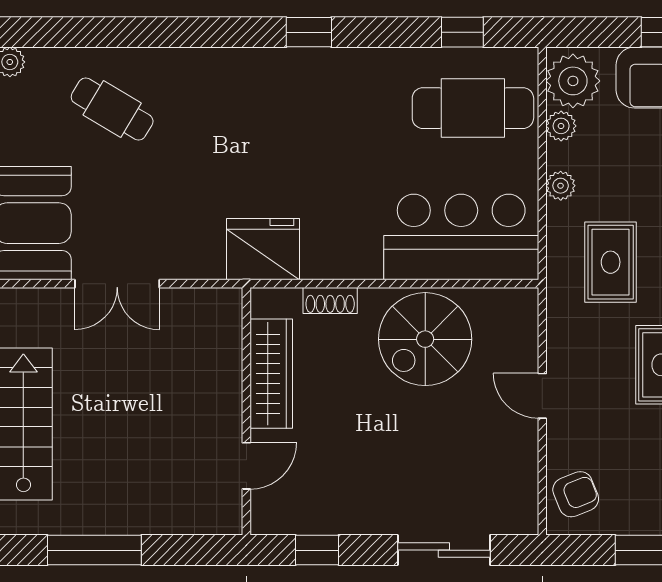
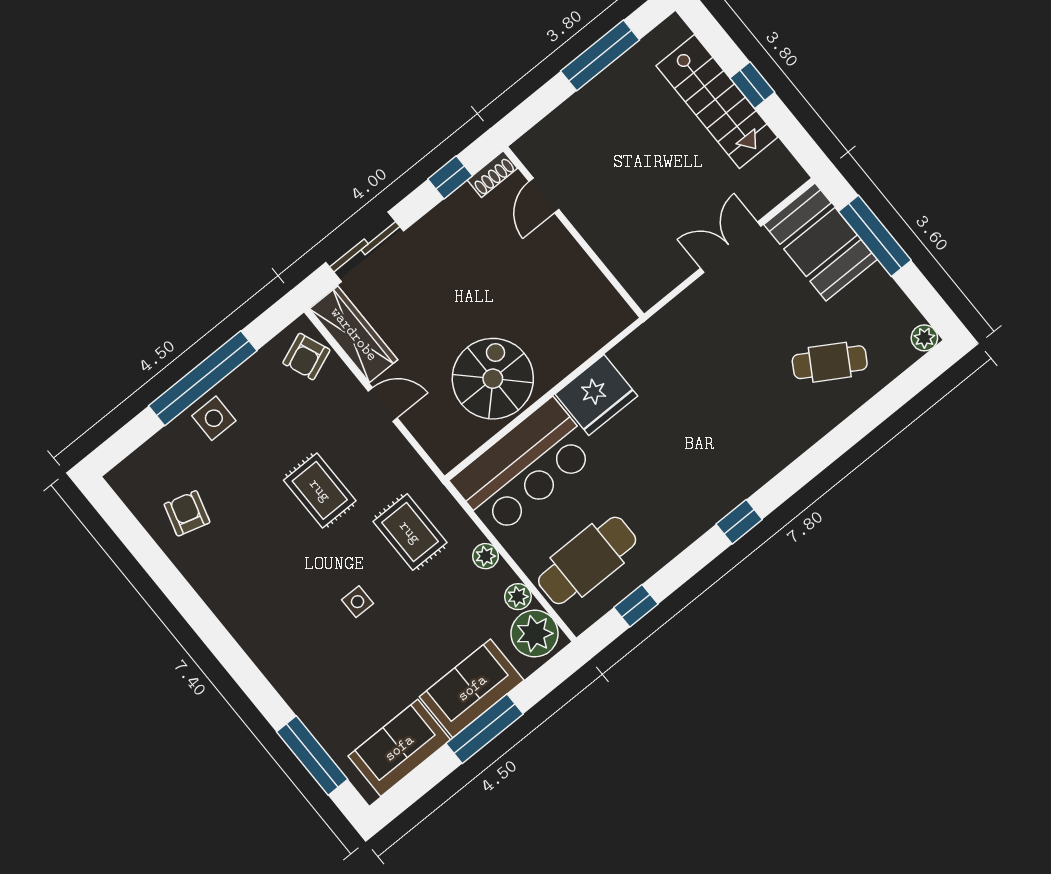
fridge: (263, 249) -> (596, 395), moved
shoe rack: (330, 300) -> (492, 174), moved, turned 180
wardrobe: (271, 374) -> (354, 334), moved, turned 180

